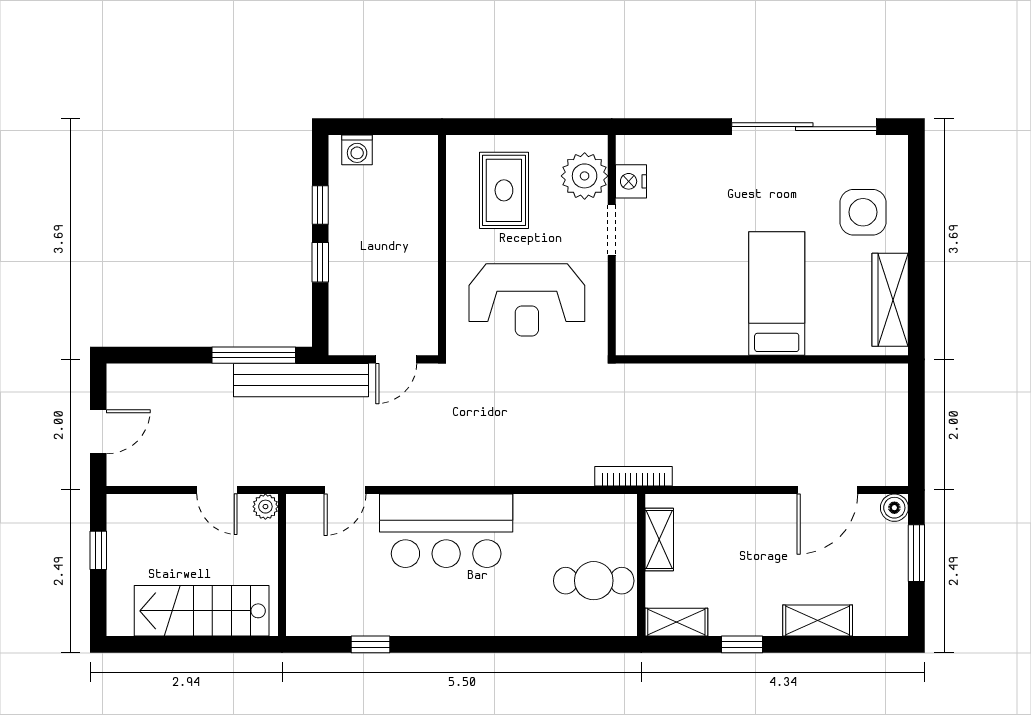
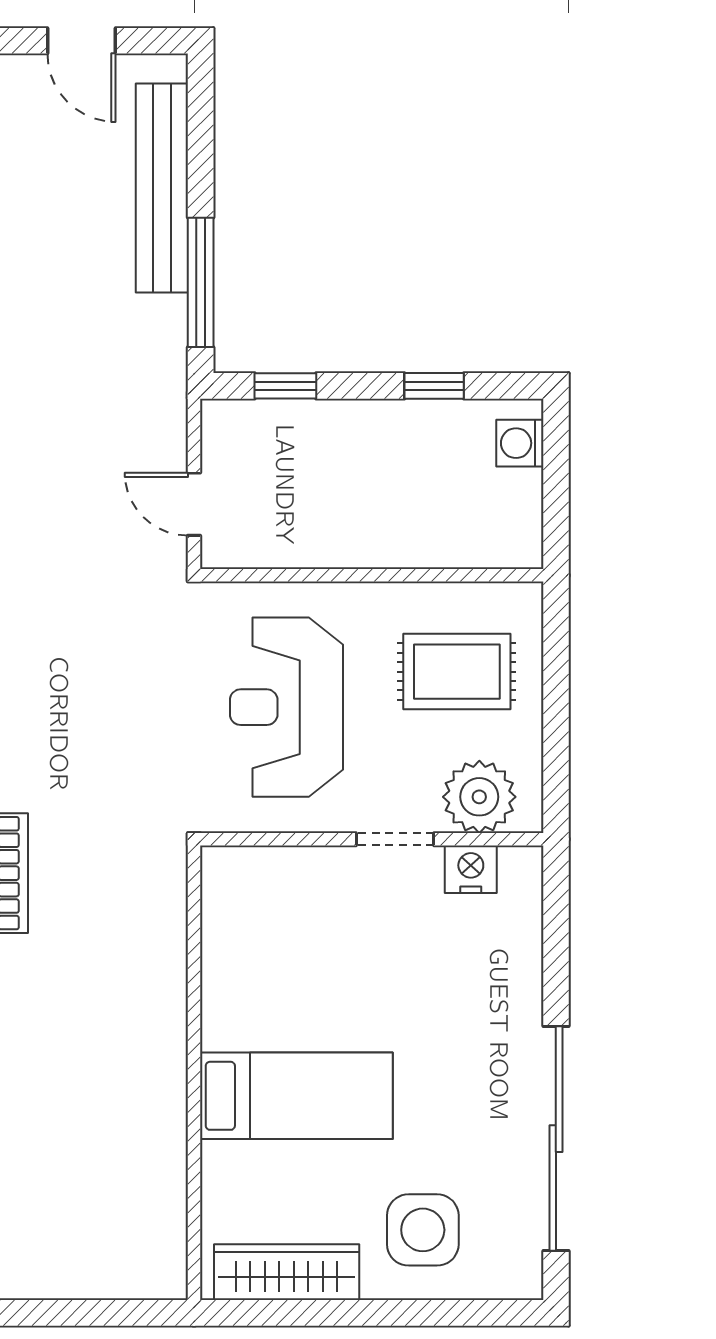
window: (320, 262) -> (285, 386), moved
bench: (301, 380) -> (162, 188), moved

